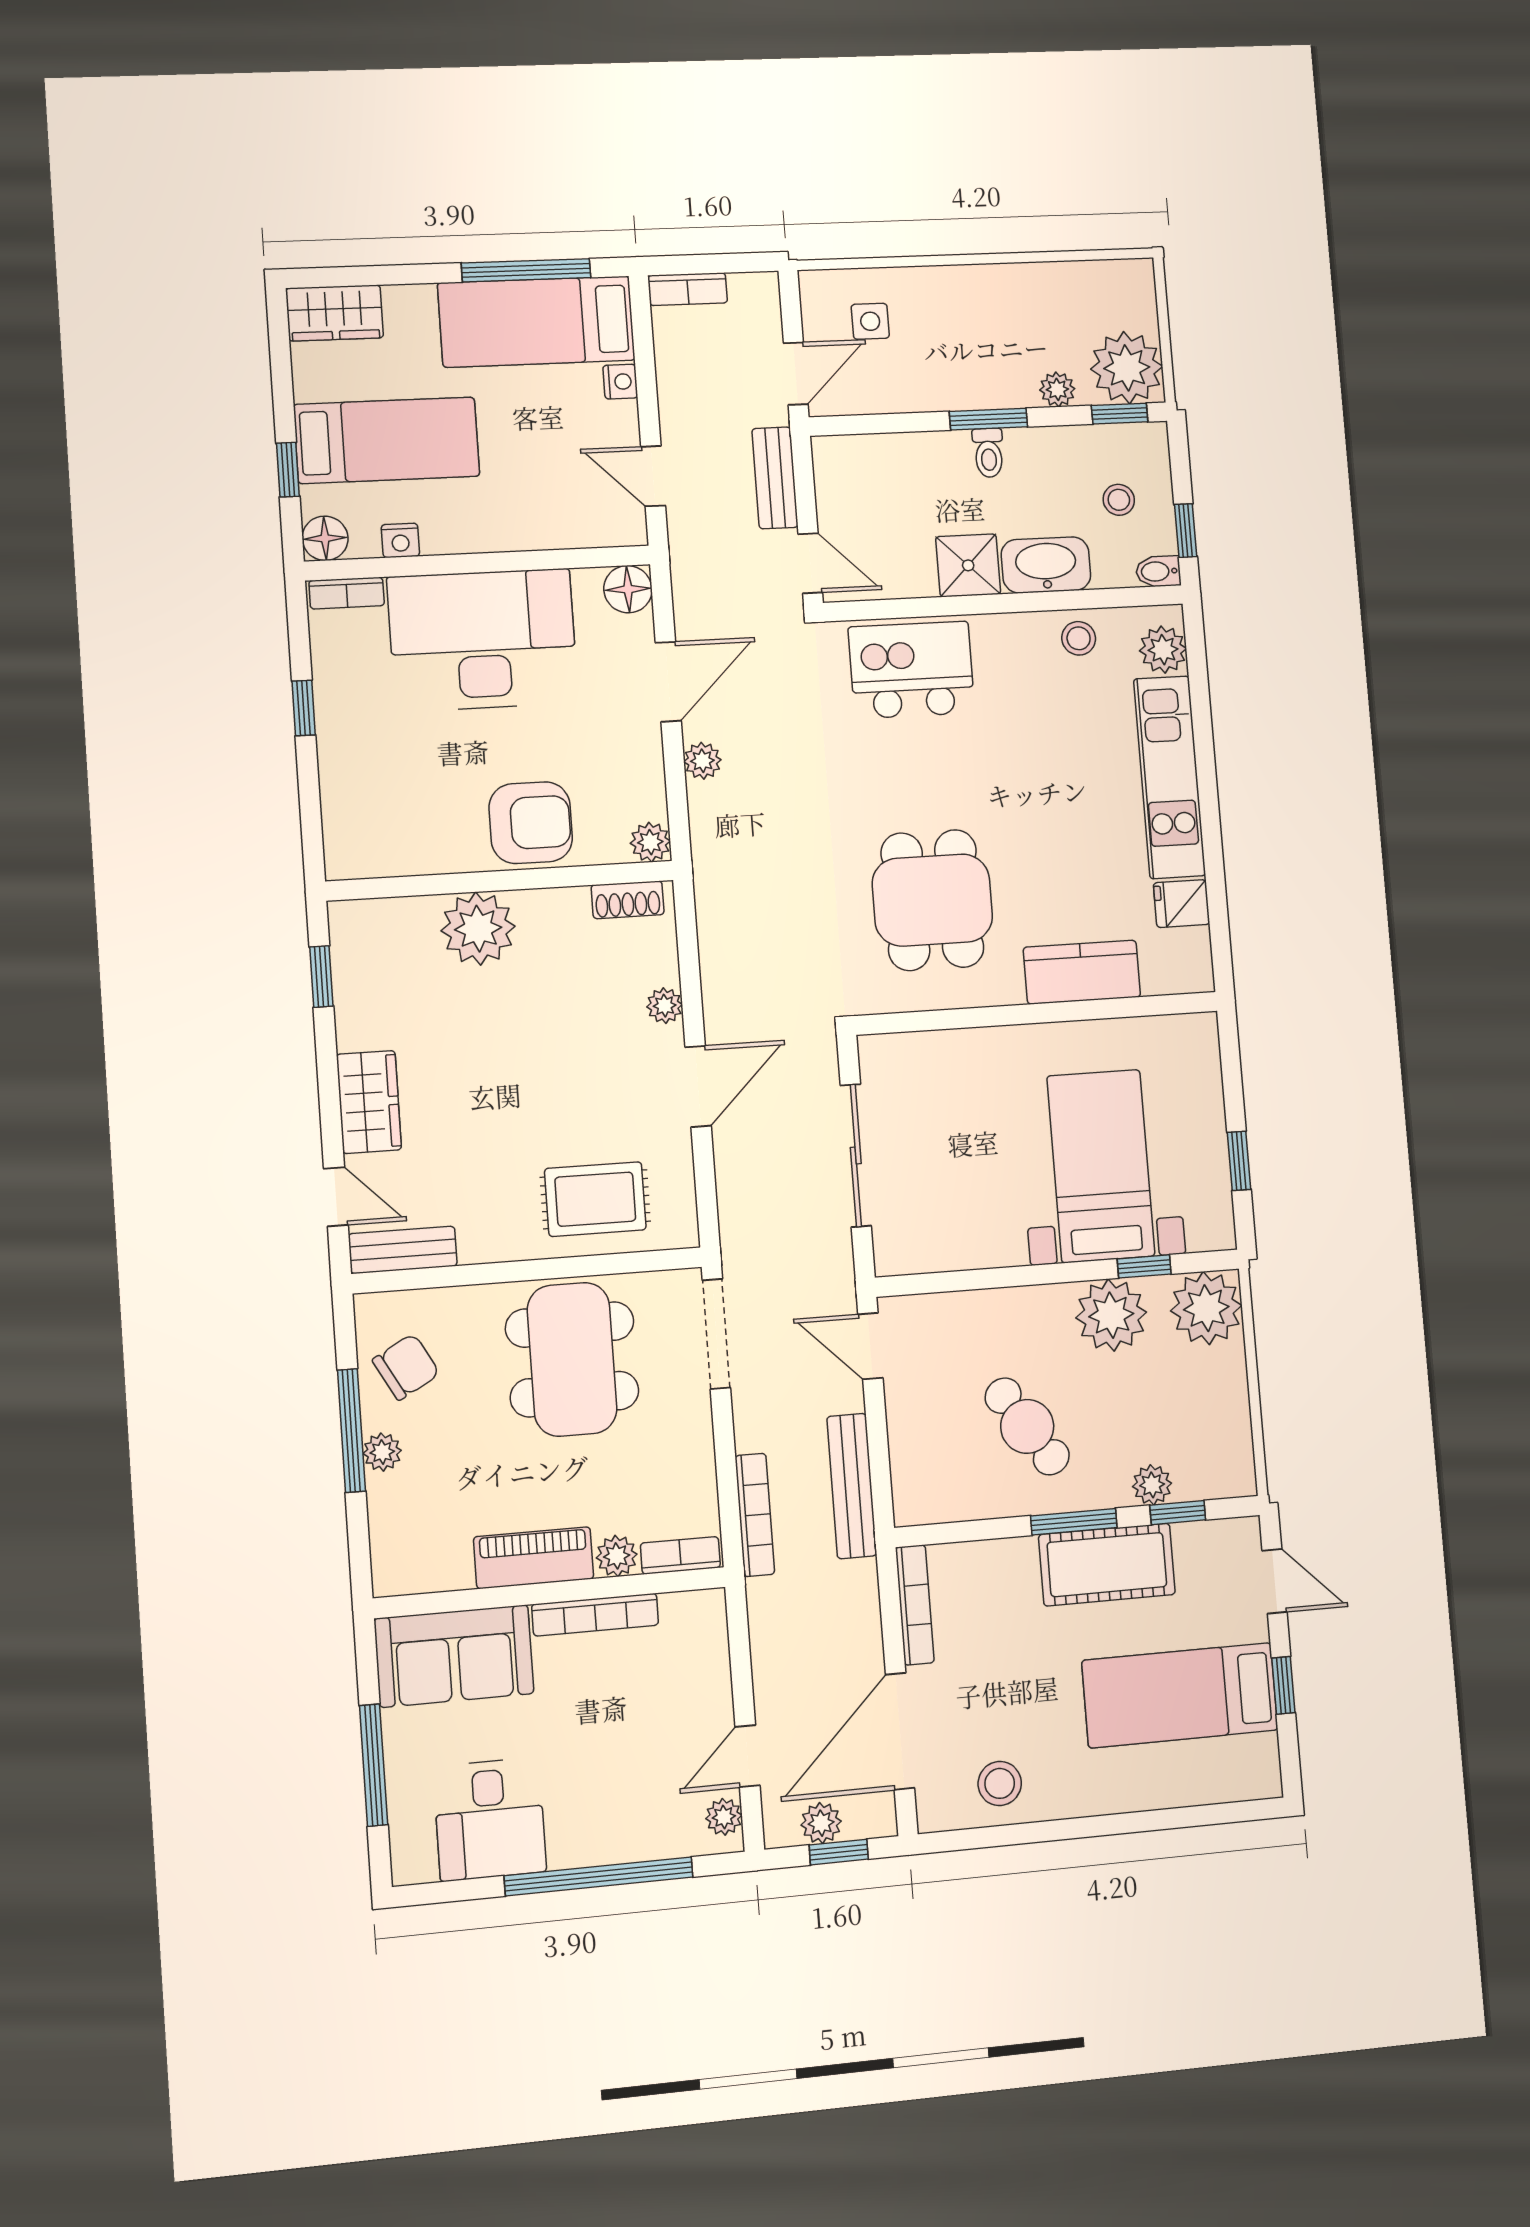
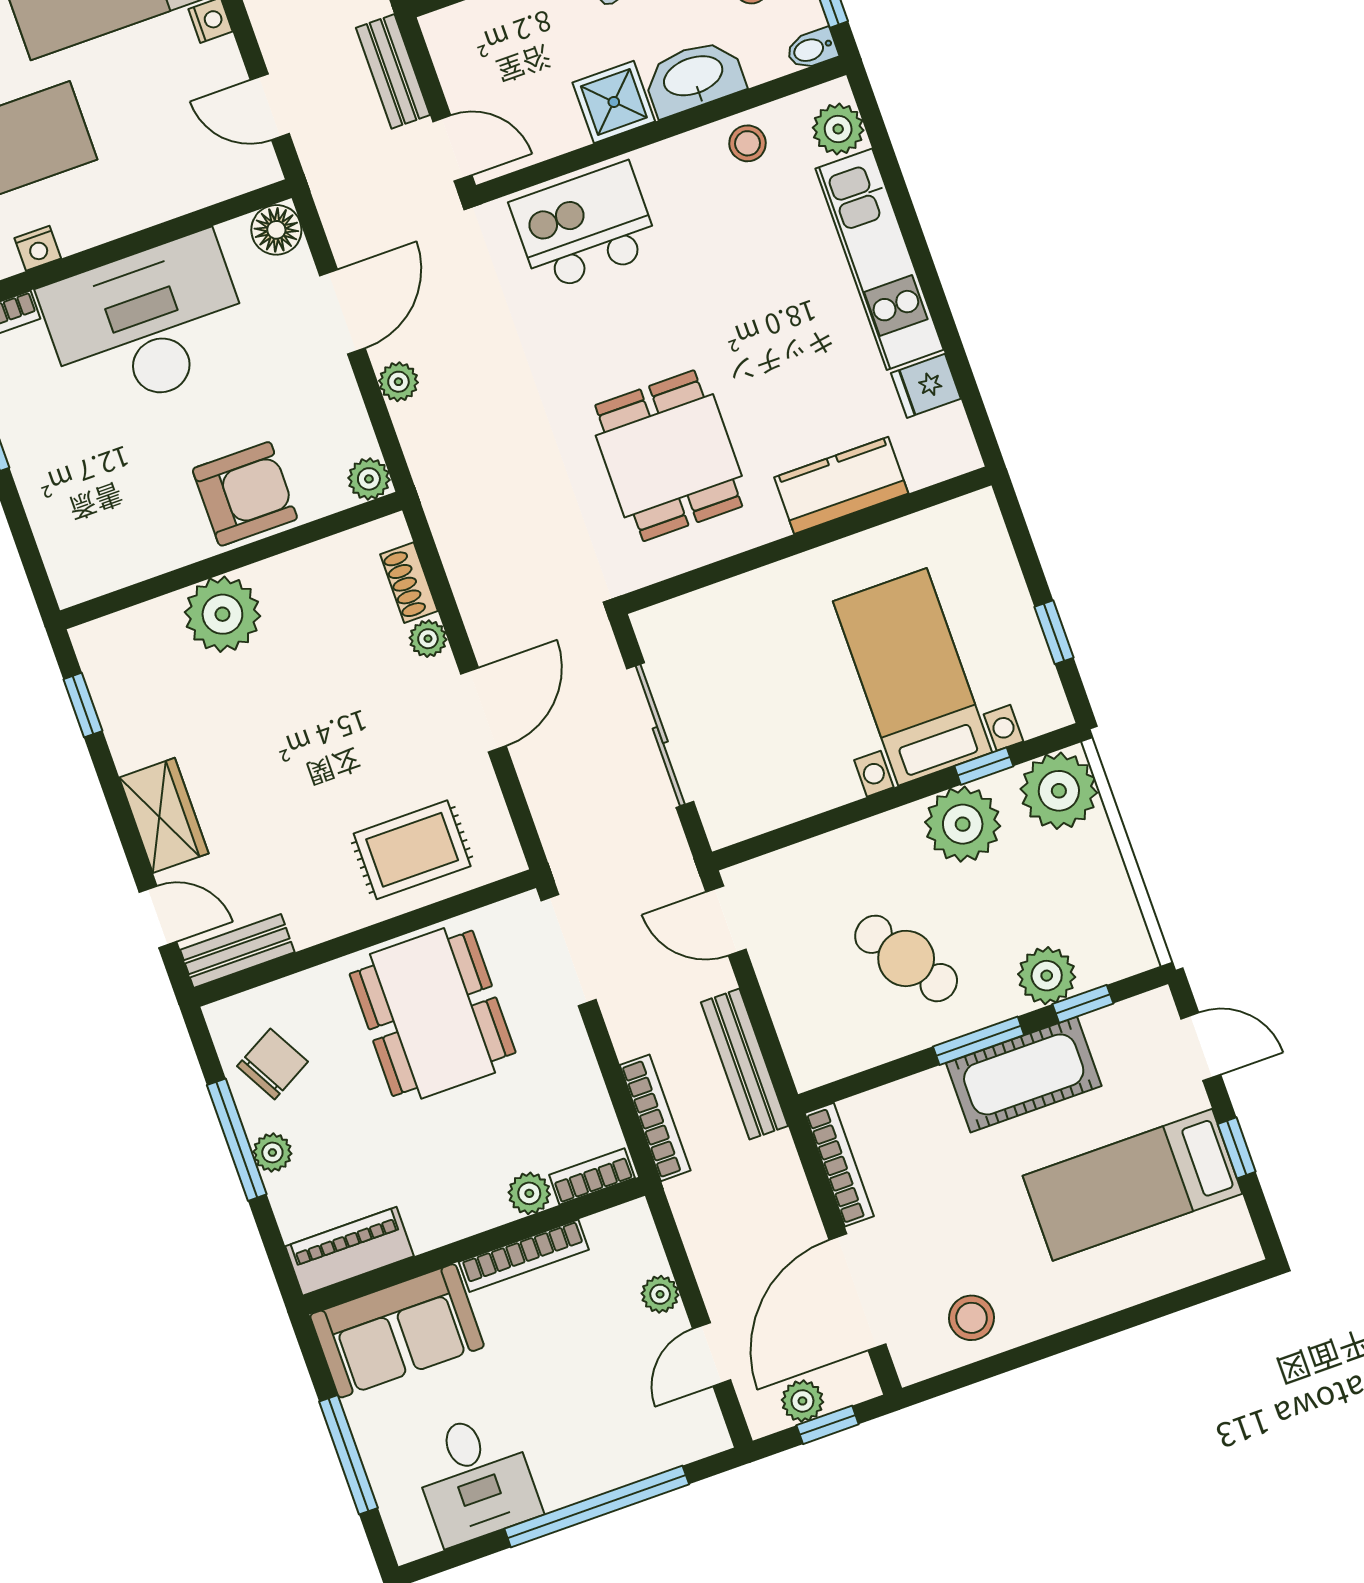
shoe rack: (628, 900) -> (409, 583), moved, turned 90
plant: (1152, 1485) -> (1047, 976), width x1.38, depth x1.38
piano: (534, 1558) -> (349, 1251), moved
plant: (724, 1817) -> (660, 1294), moved

